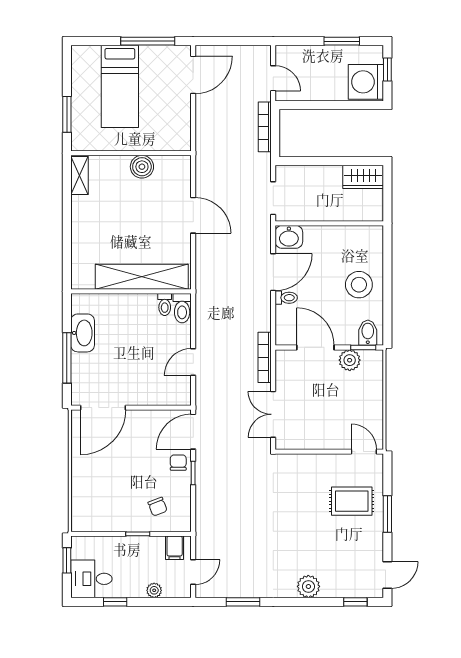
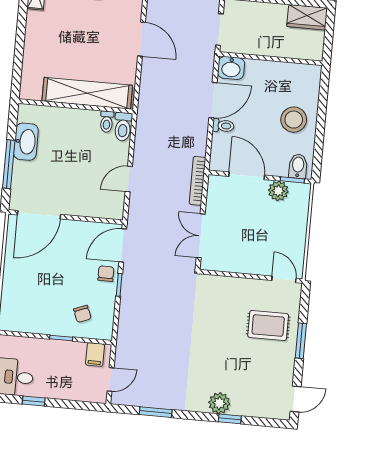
plant: (154, 590) -> (72, 393), removed
window: (355, 602) -> (230, 419), moved

